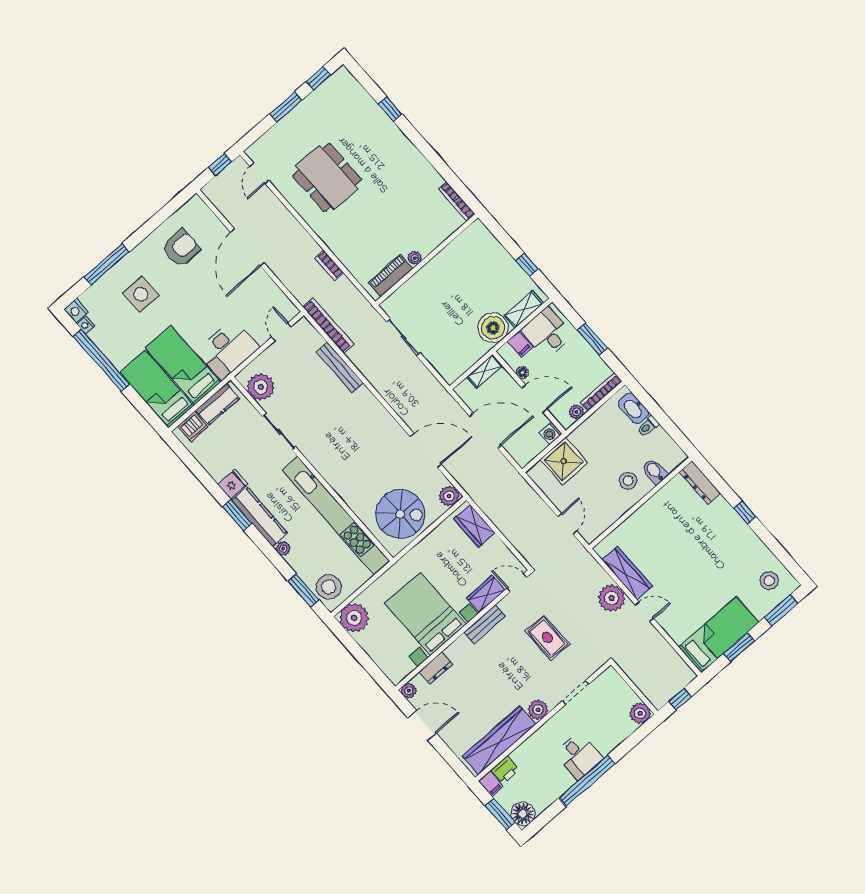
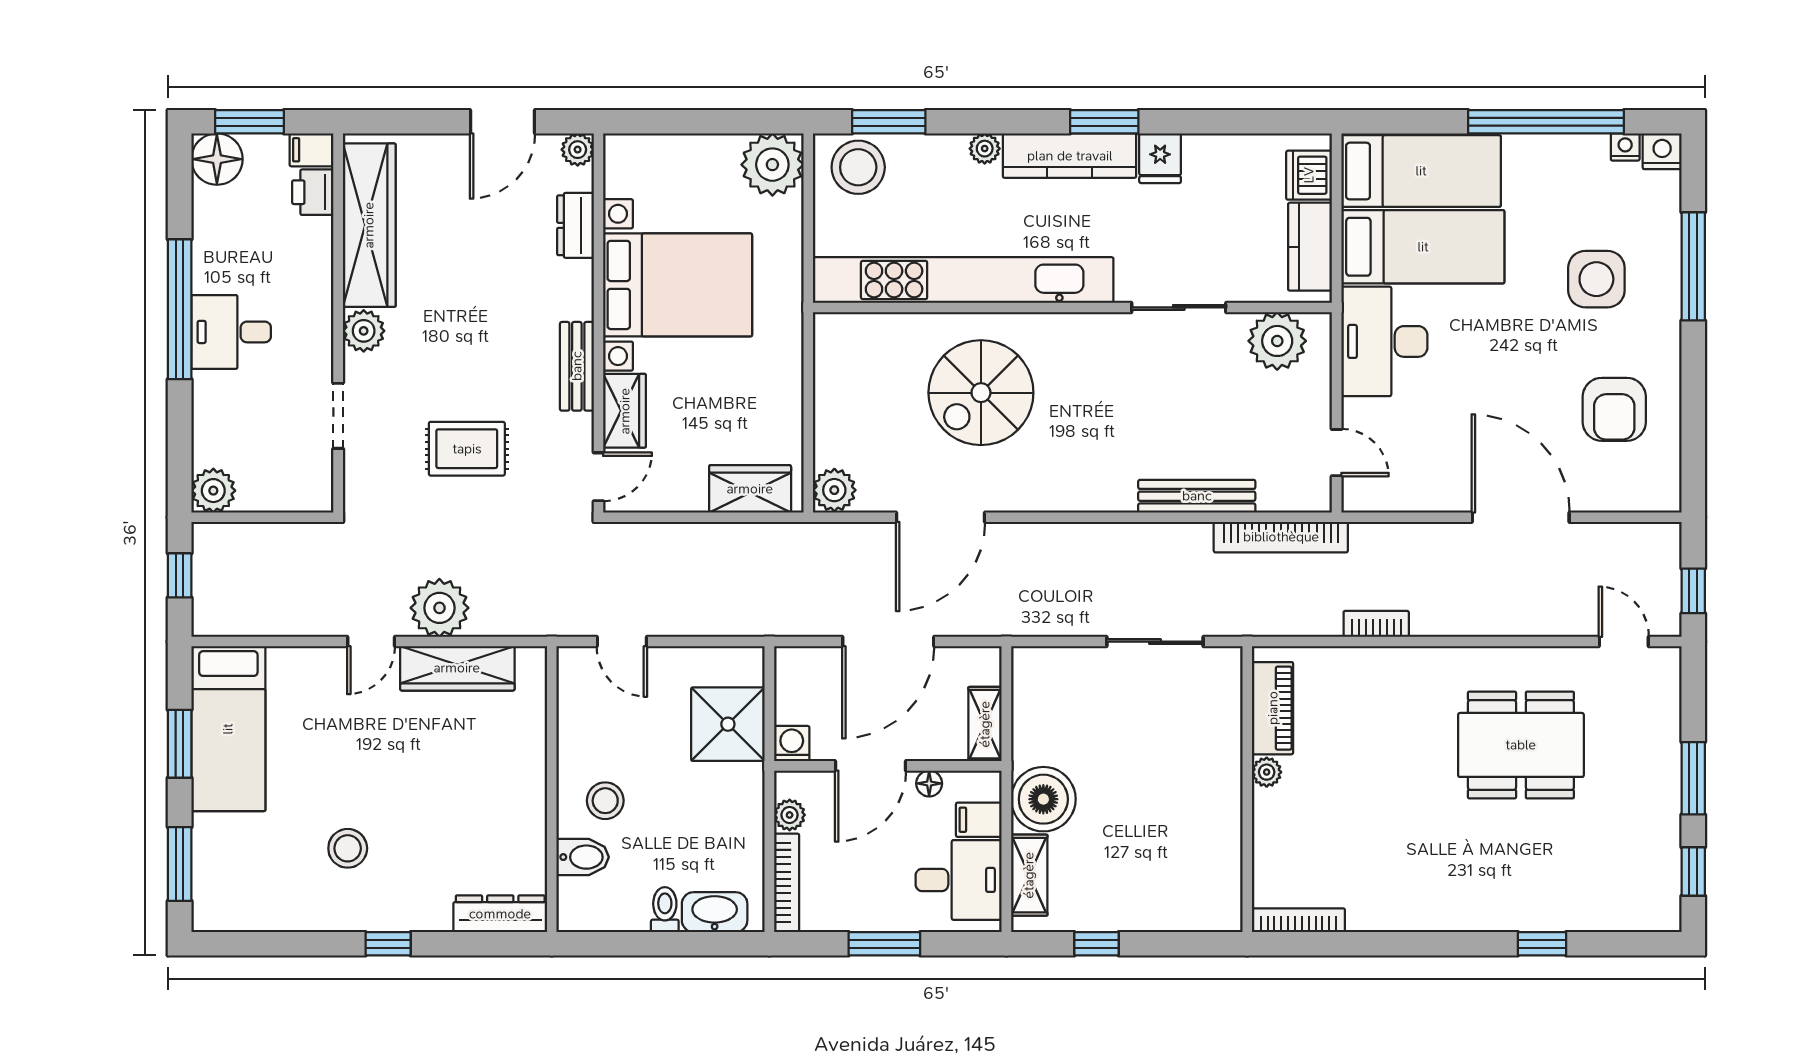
spiral stairs: (400, 514) -> (981, 393), moved
stool: (769, 581) -> (348, 848), moved

